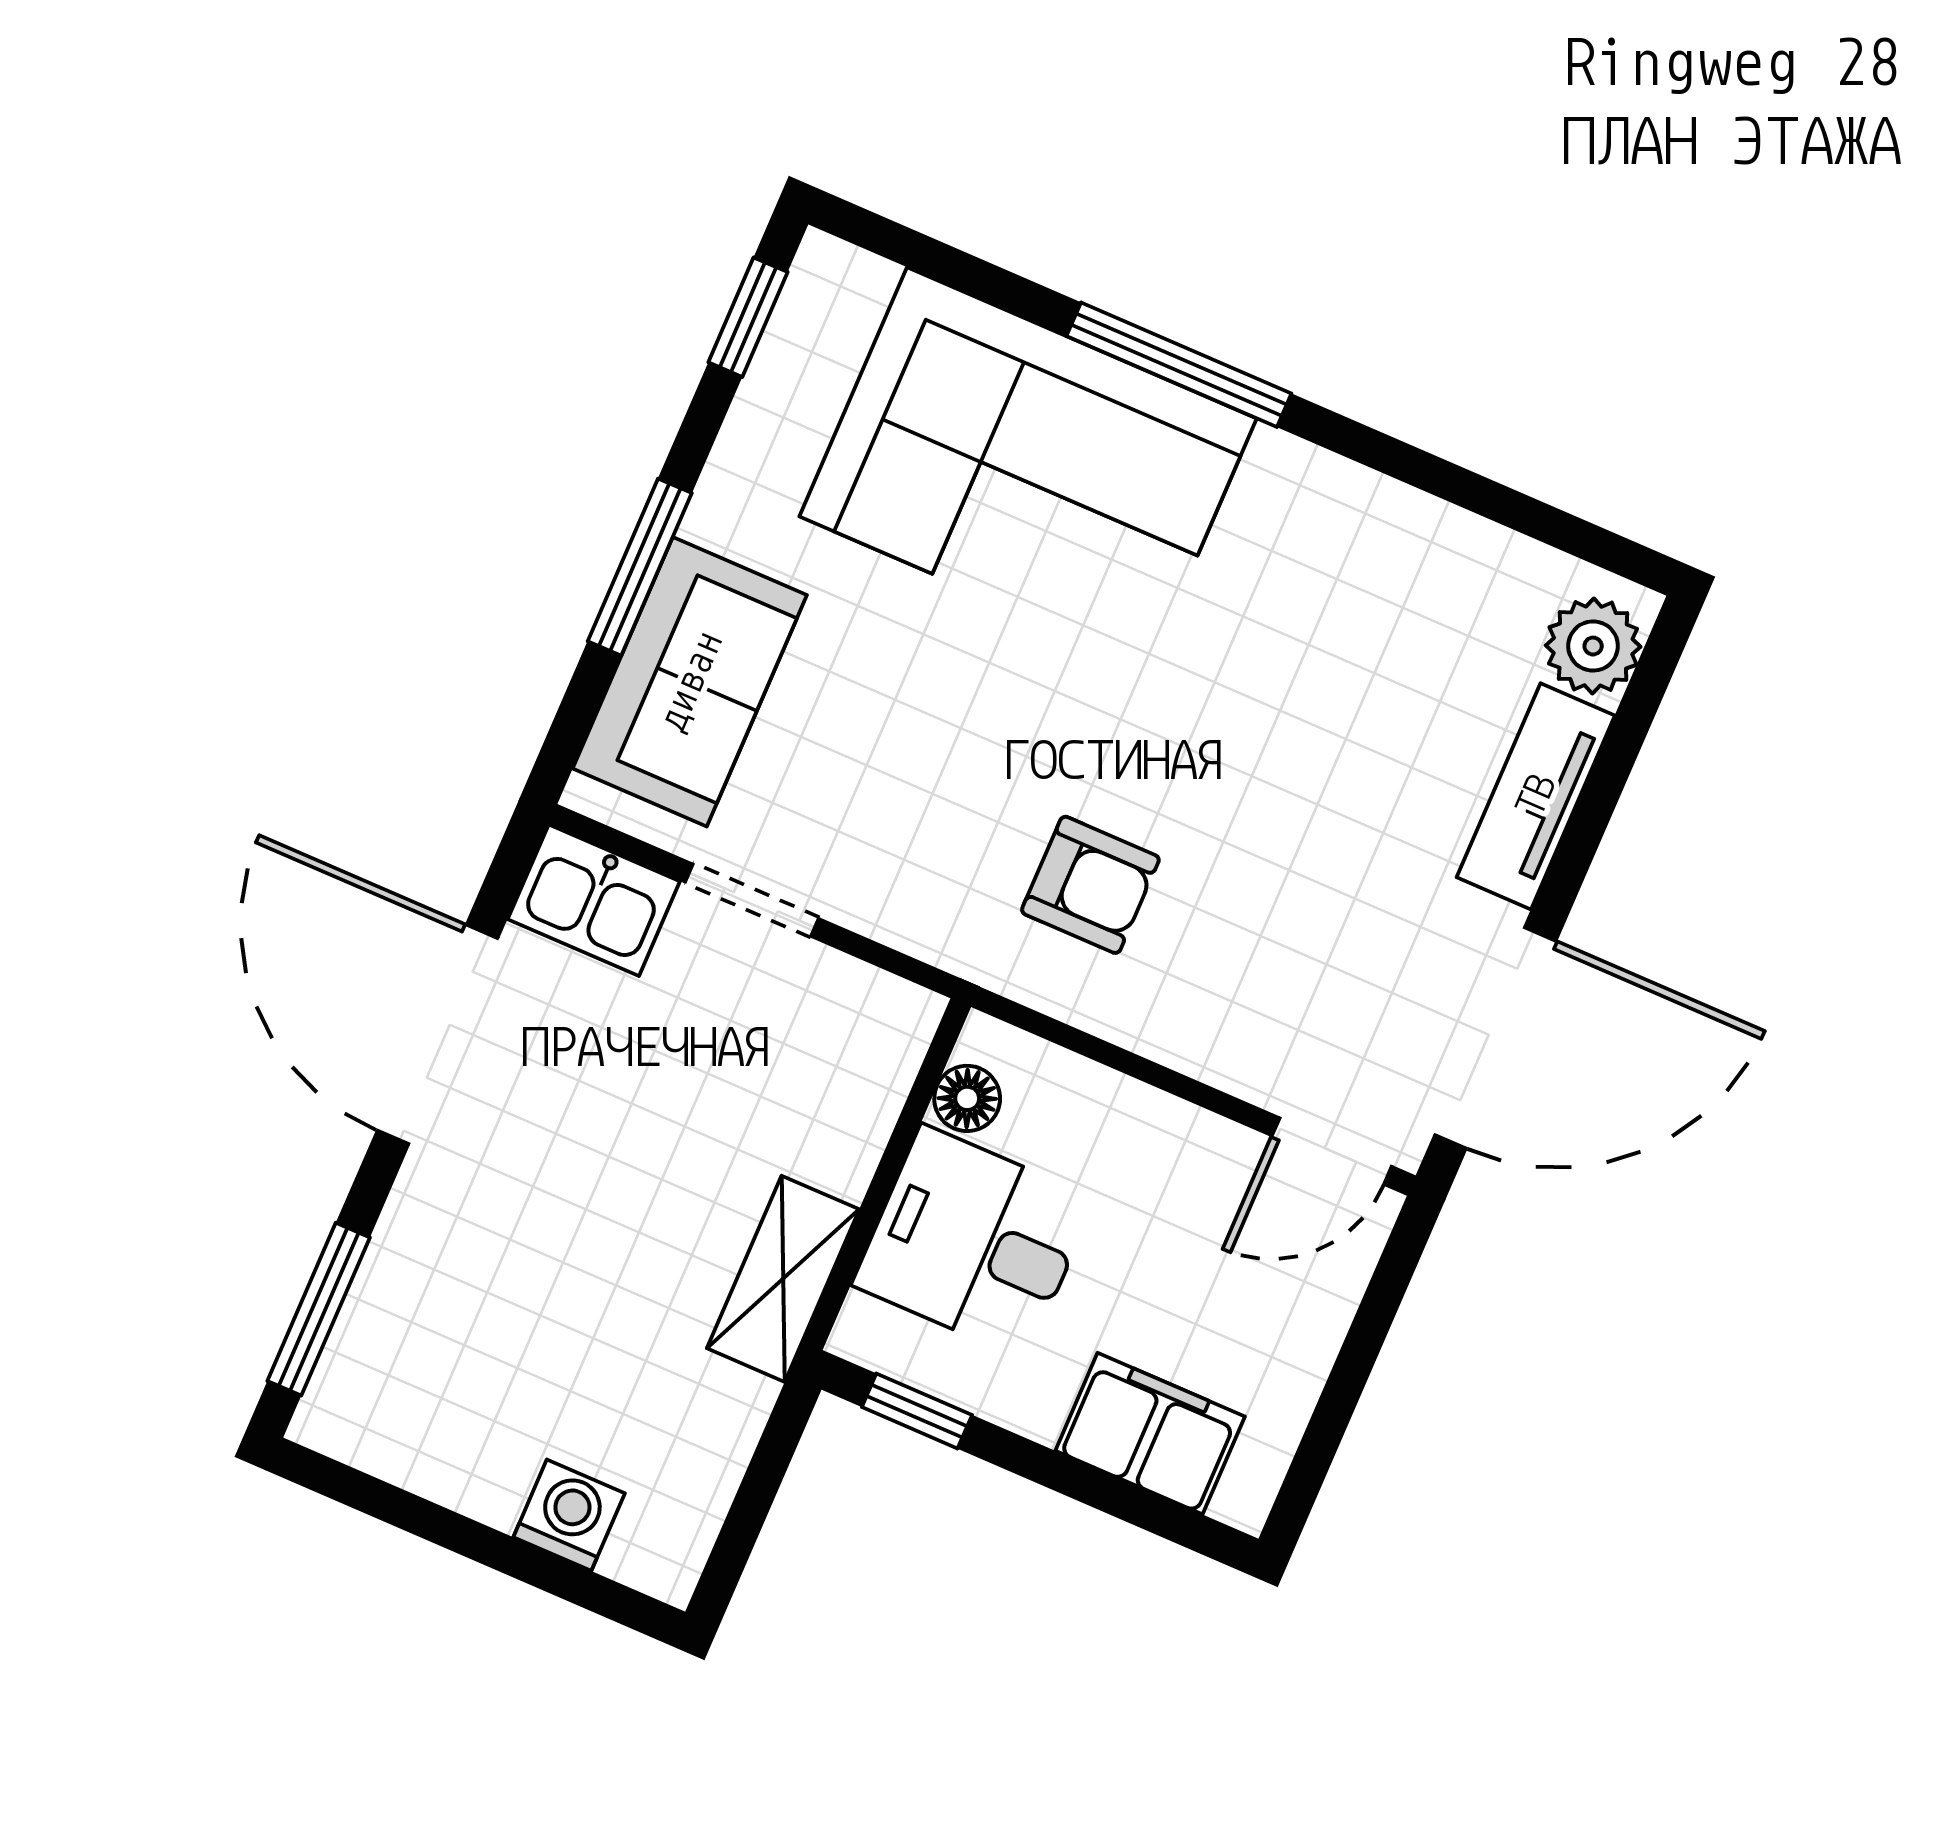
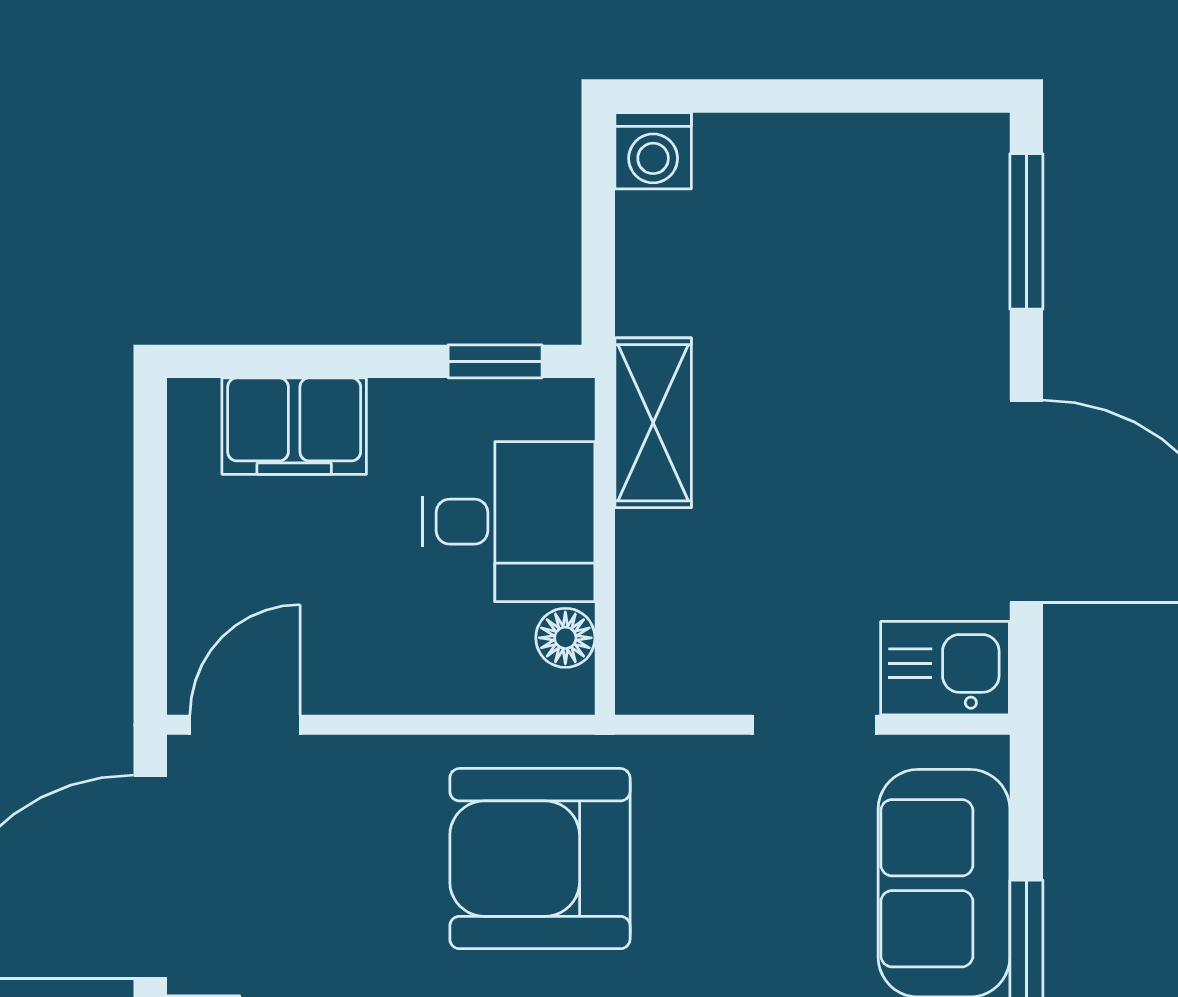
armchair: (1090, 885) -> (540, 859), width x1.88, depth x1.88
washing machine: (569, 1515) -> (653, 151), moved

